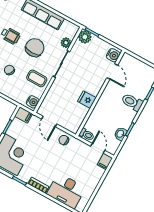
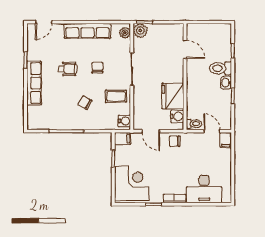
plant: (66, 43) -> (125, 33), moved
chair: (35, 48) -> (98, 68), width x0.54, depth x0.54
water cooler: (113, 55) -> (177, 116), moved
fridge: (87, 100) -> (173, 96), width x1.88, depth x1.34
washbasin: (120, 134) -> (226, 83), moved

